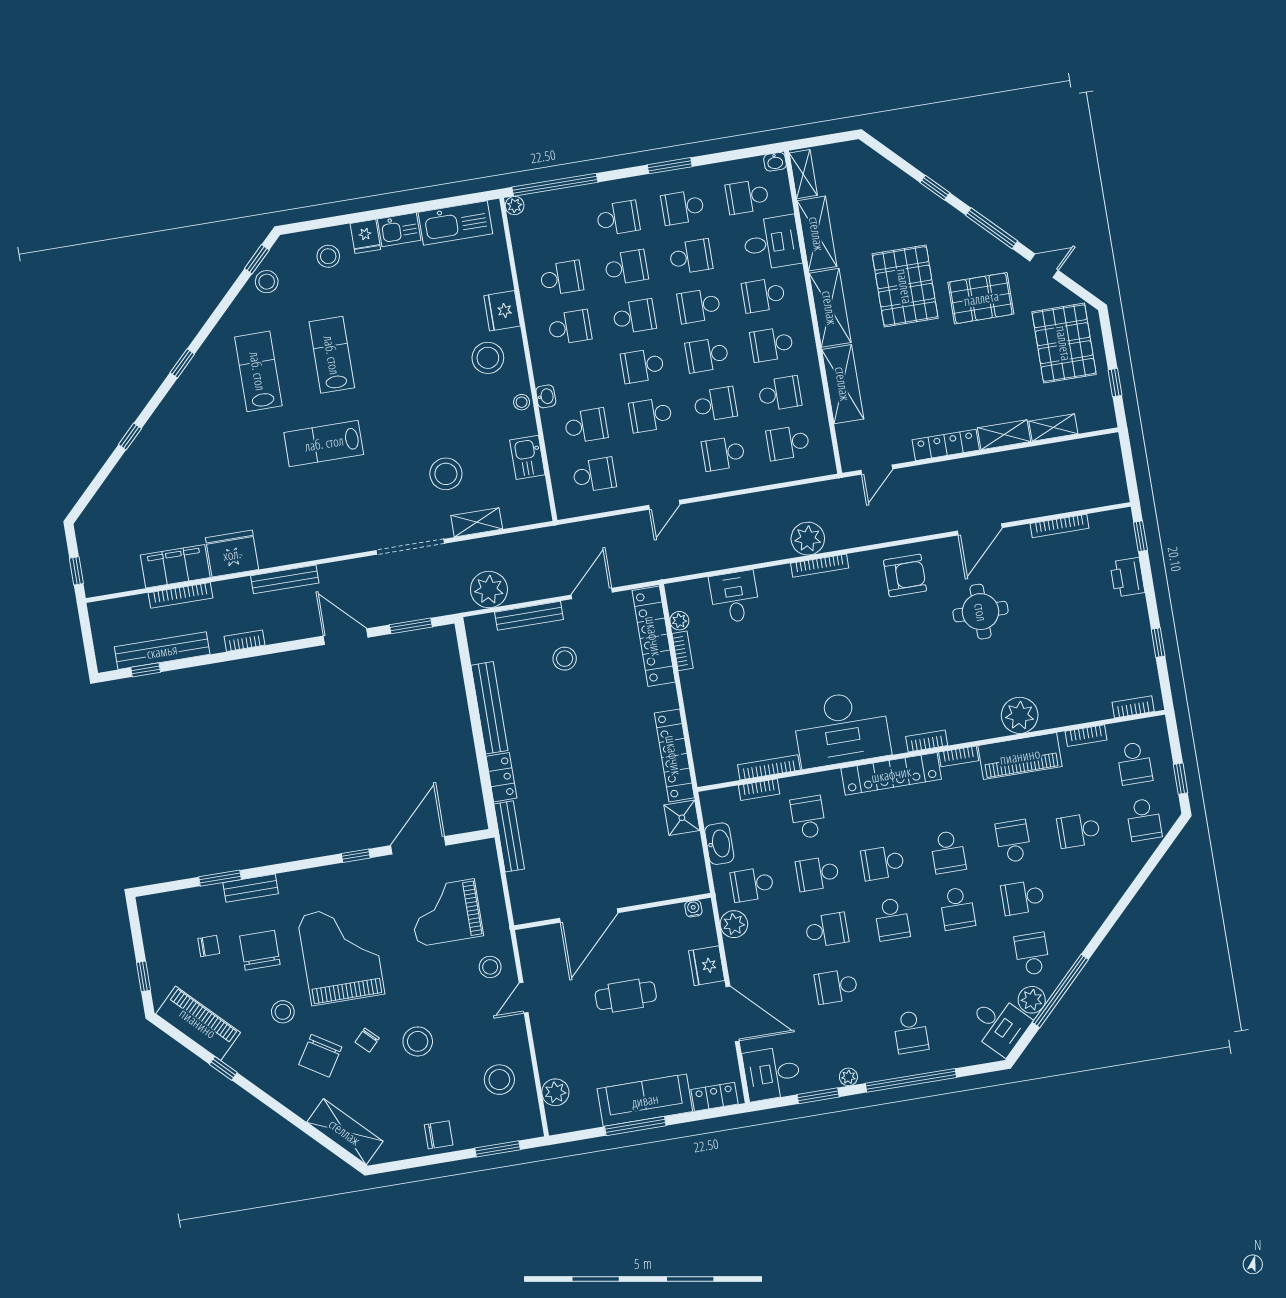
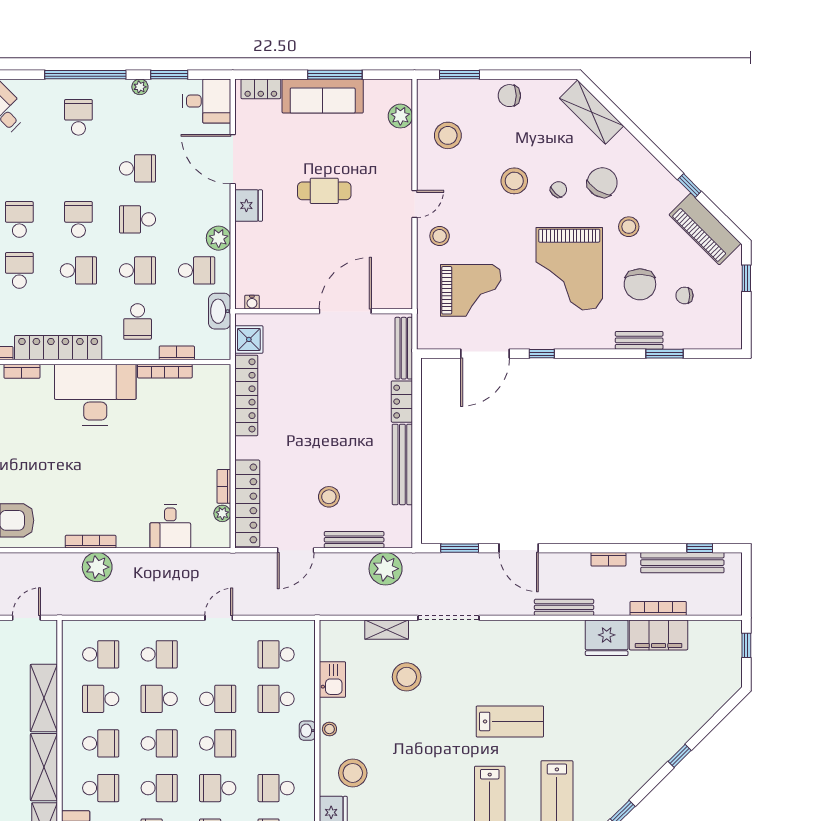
water cooler: (693, 909) -> (252, 302), moved
wall: (612, 912) -> (324, 311), moved
door: (589, 915) -> (345, 311), moved

